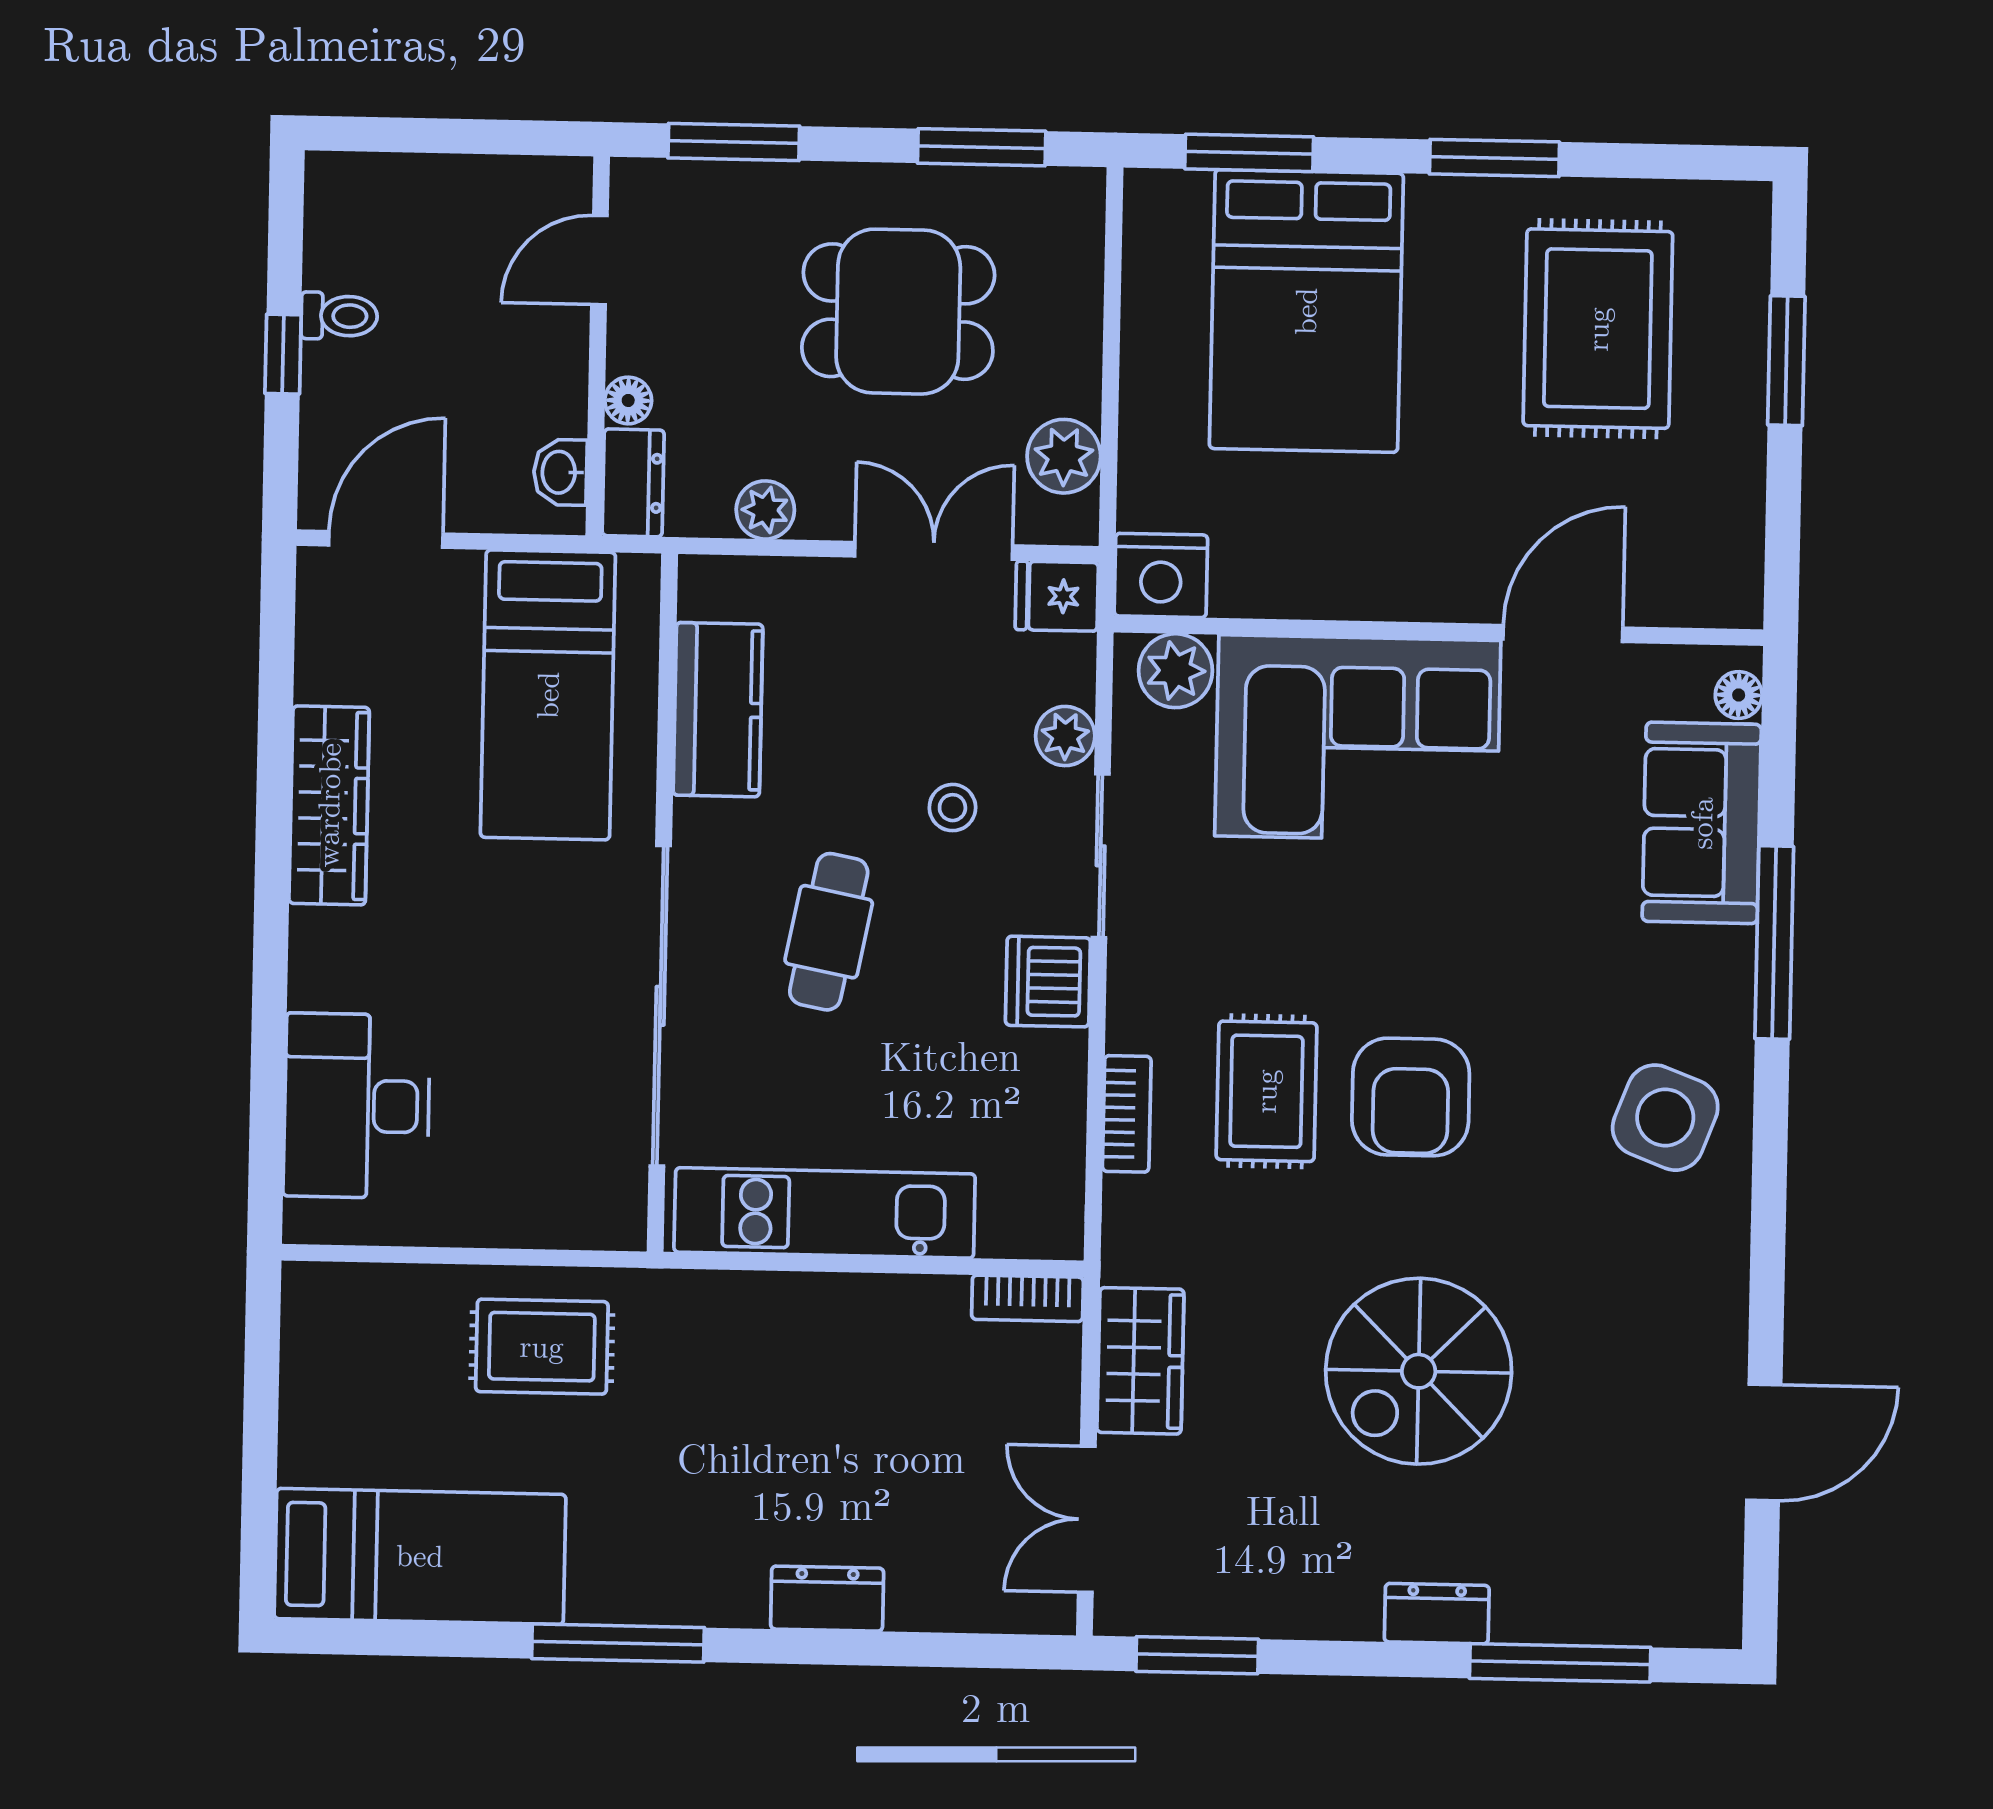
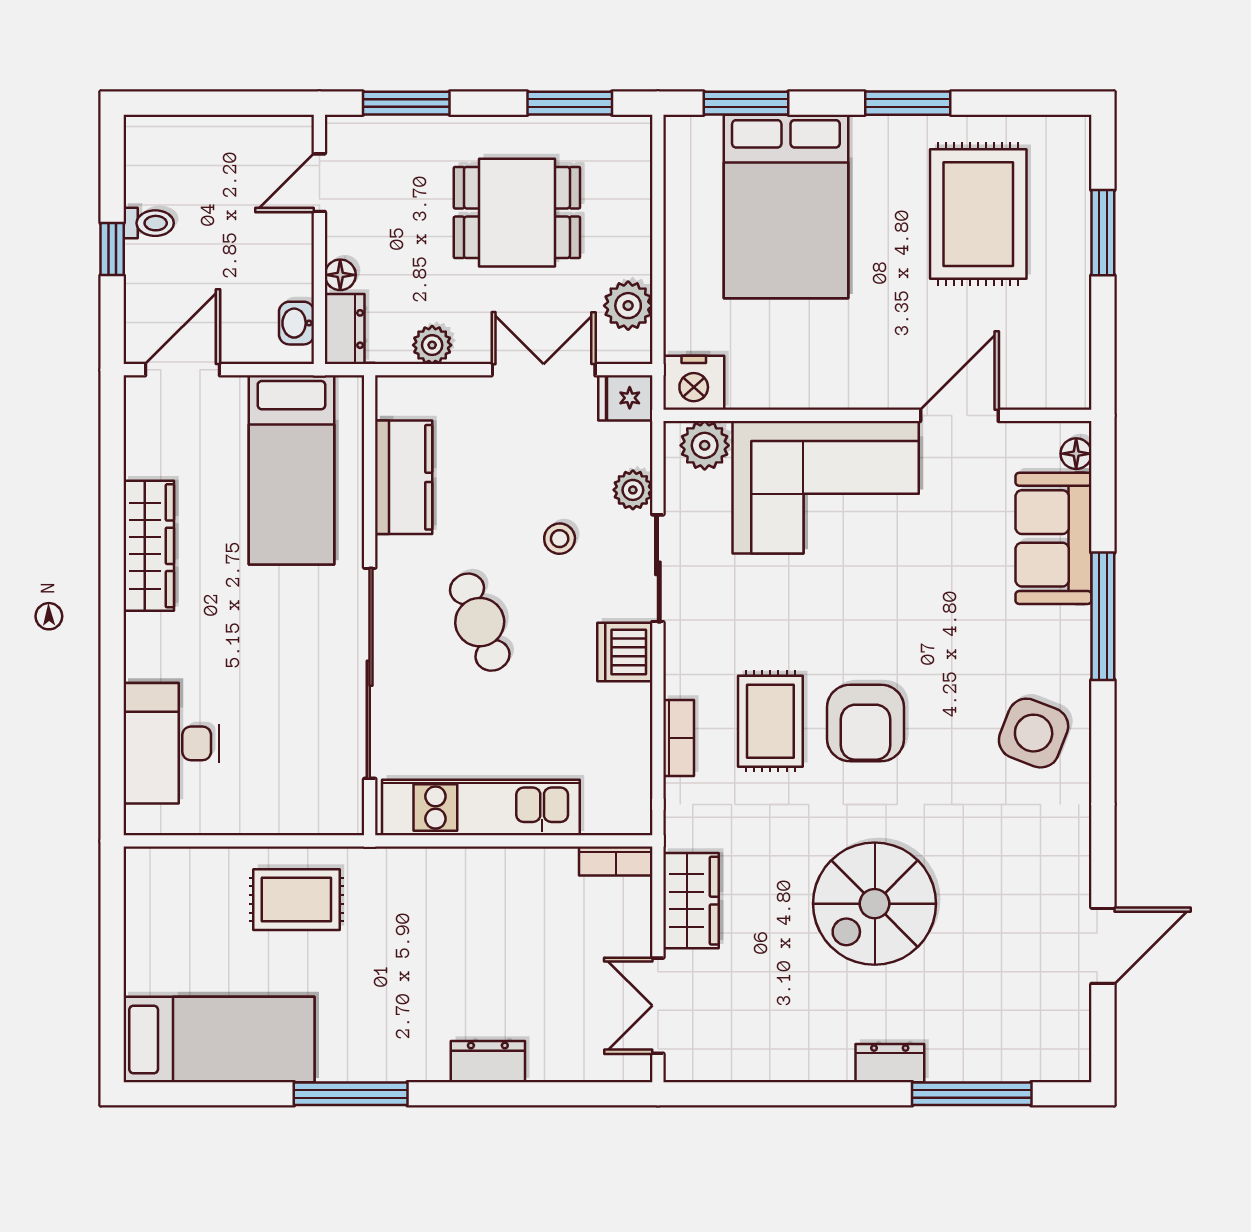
cafe table: (829, 932) -> (480, 622), turned -32
window: (1197, 1655) -> (733, 1094), removed

